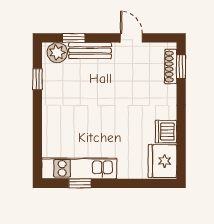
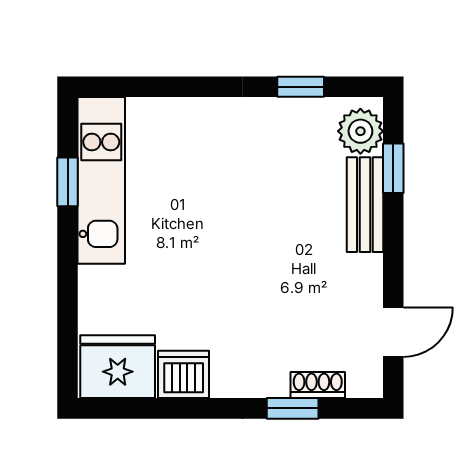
door: (131, 38) -> (393, 332), moved
shoe rack: (171, 66) -> (318, 385), width x0.70
window: (181, 67) -> (293, 408), moved

